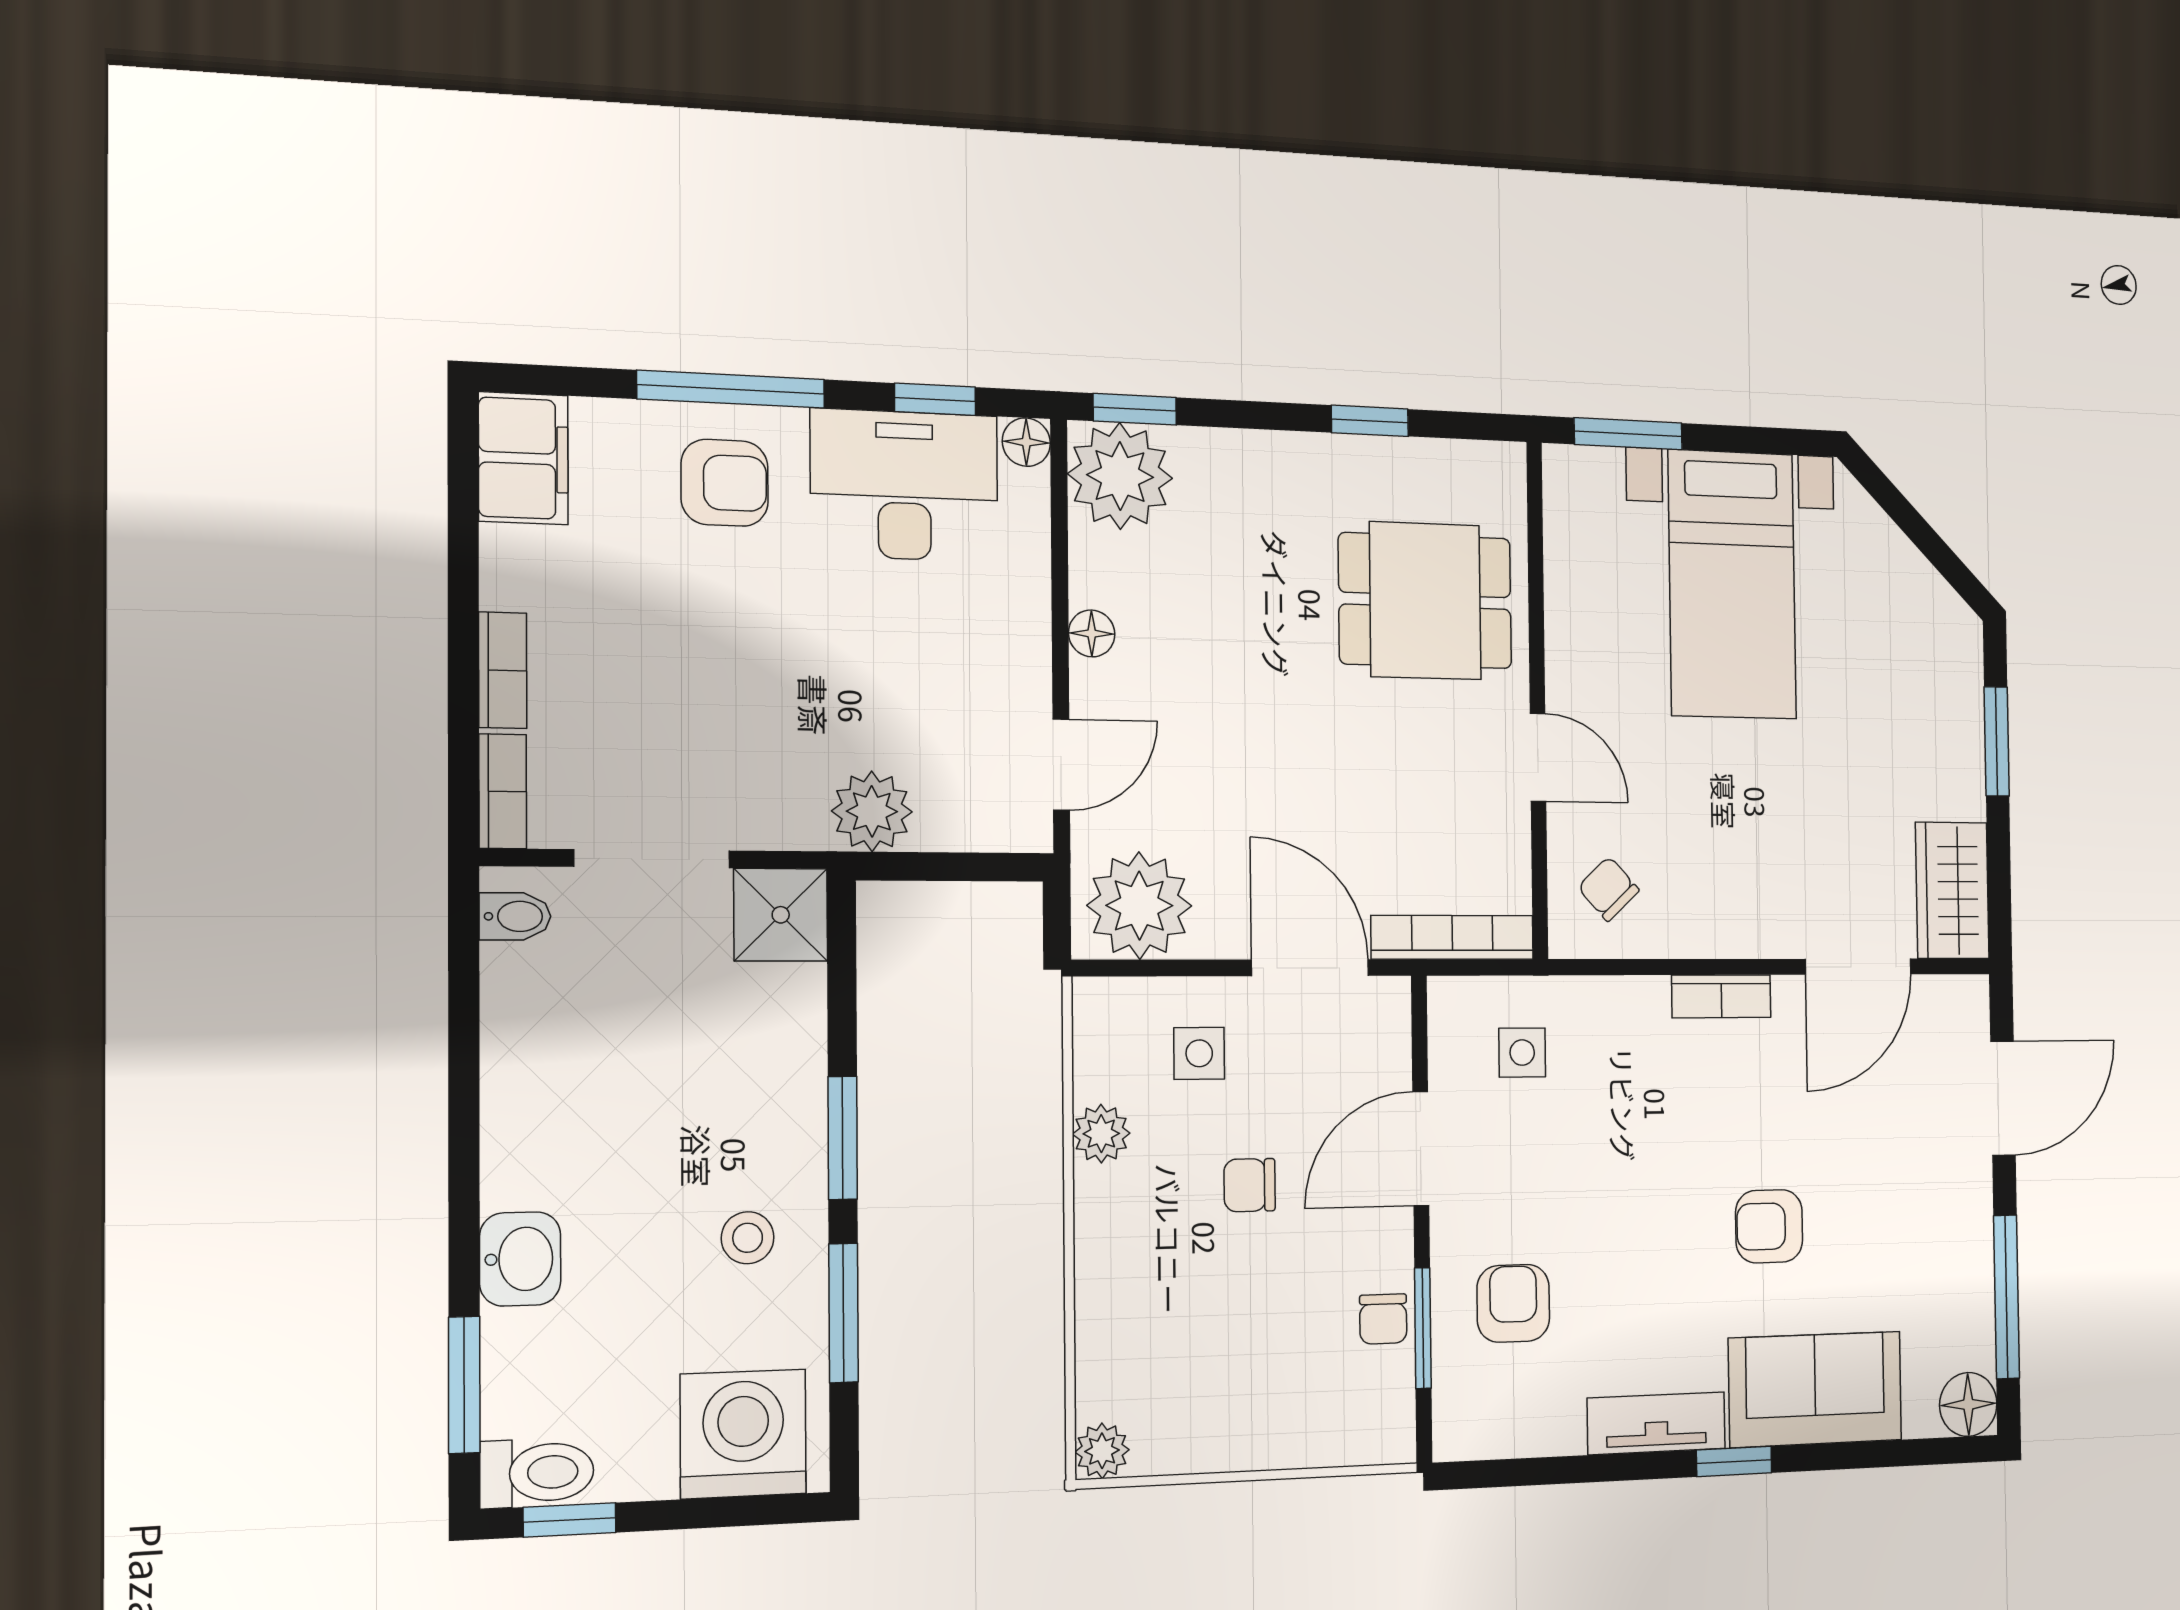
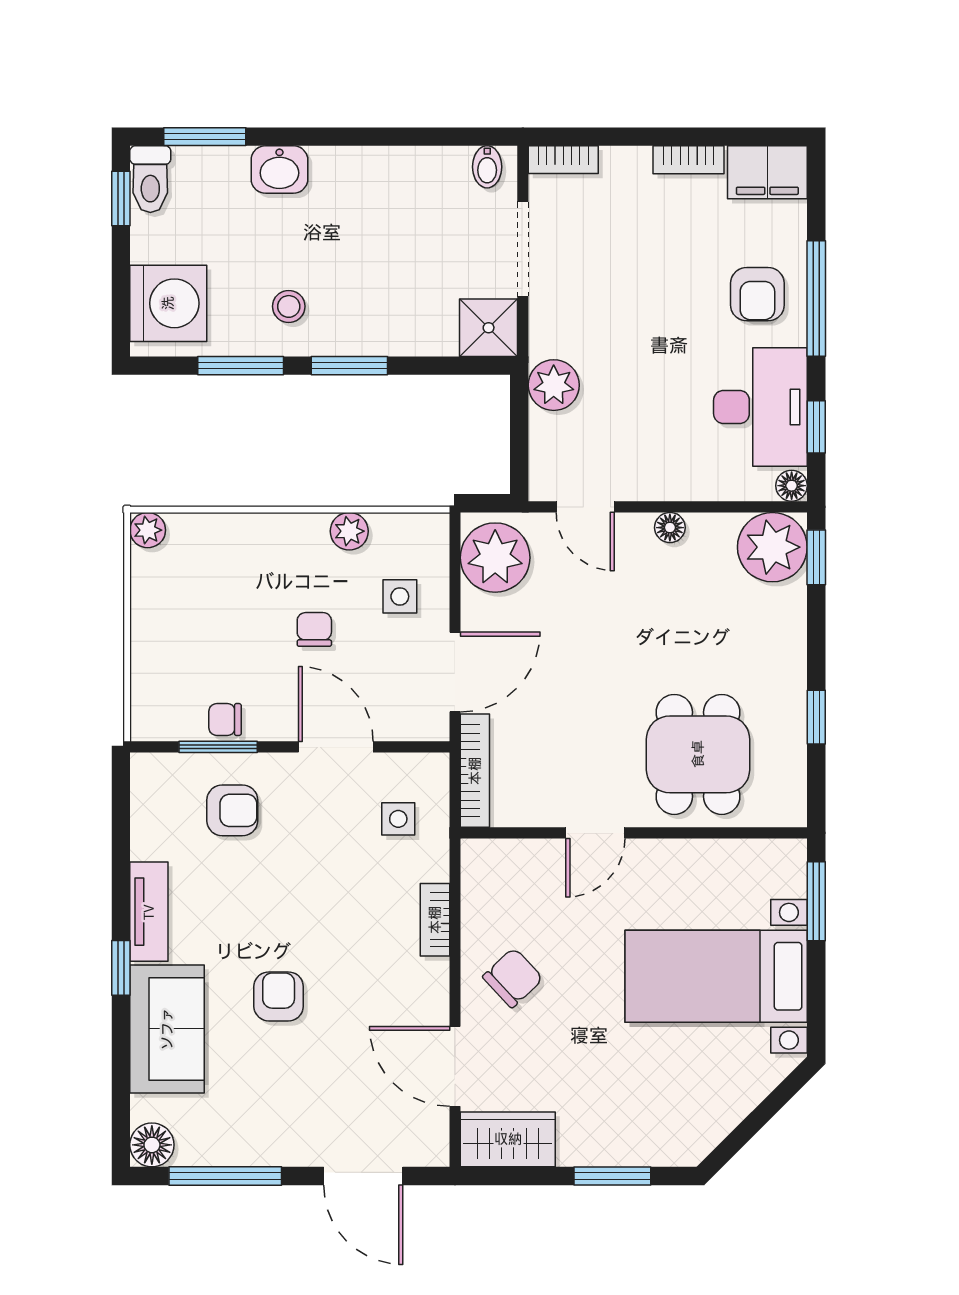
bookcase: (503, 670) -> (689, 160), moved
chair: (1608, 889) -> (513, 978), moved, width x1.37, depth x1.37
bookcase: (1721, 996) -> (435, 920), moved

